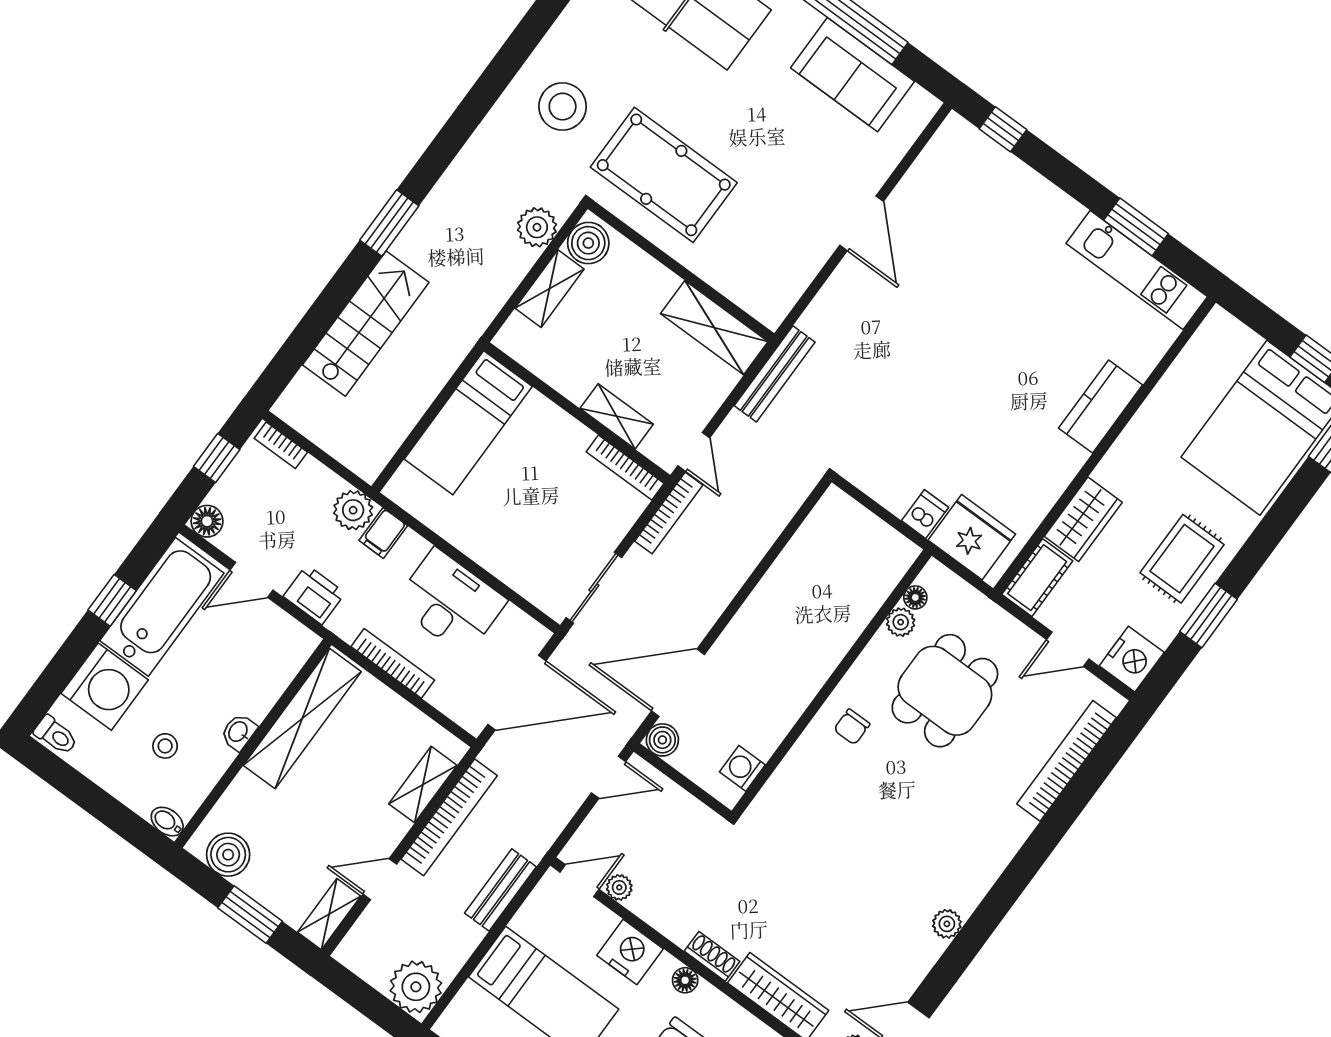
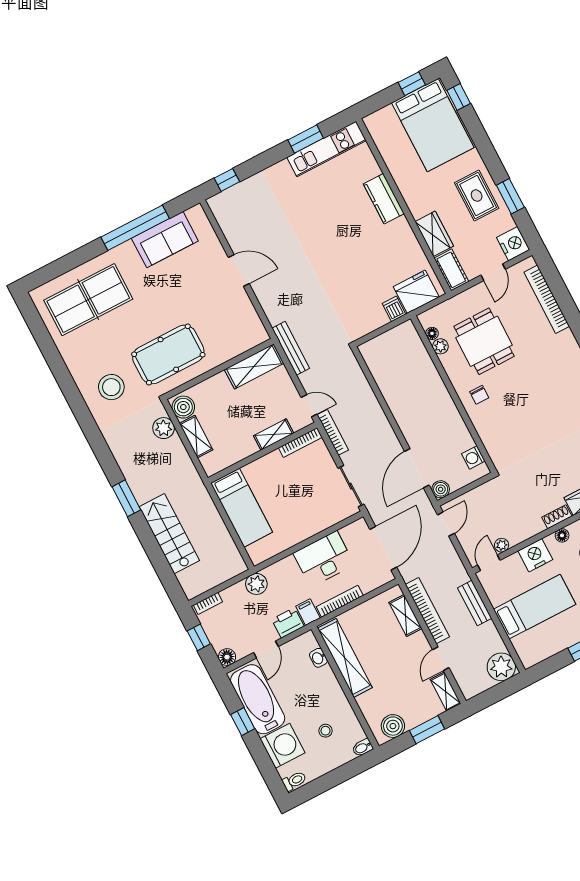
filing cabinet: (383, 533) -> (308, 612), moved, turned 180
washbasin: (239, 732) -> (318, 658), moved

